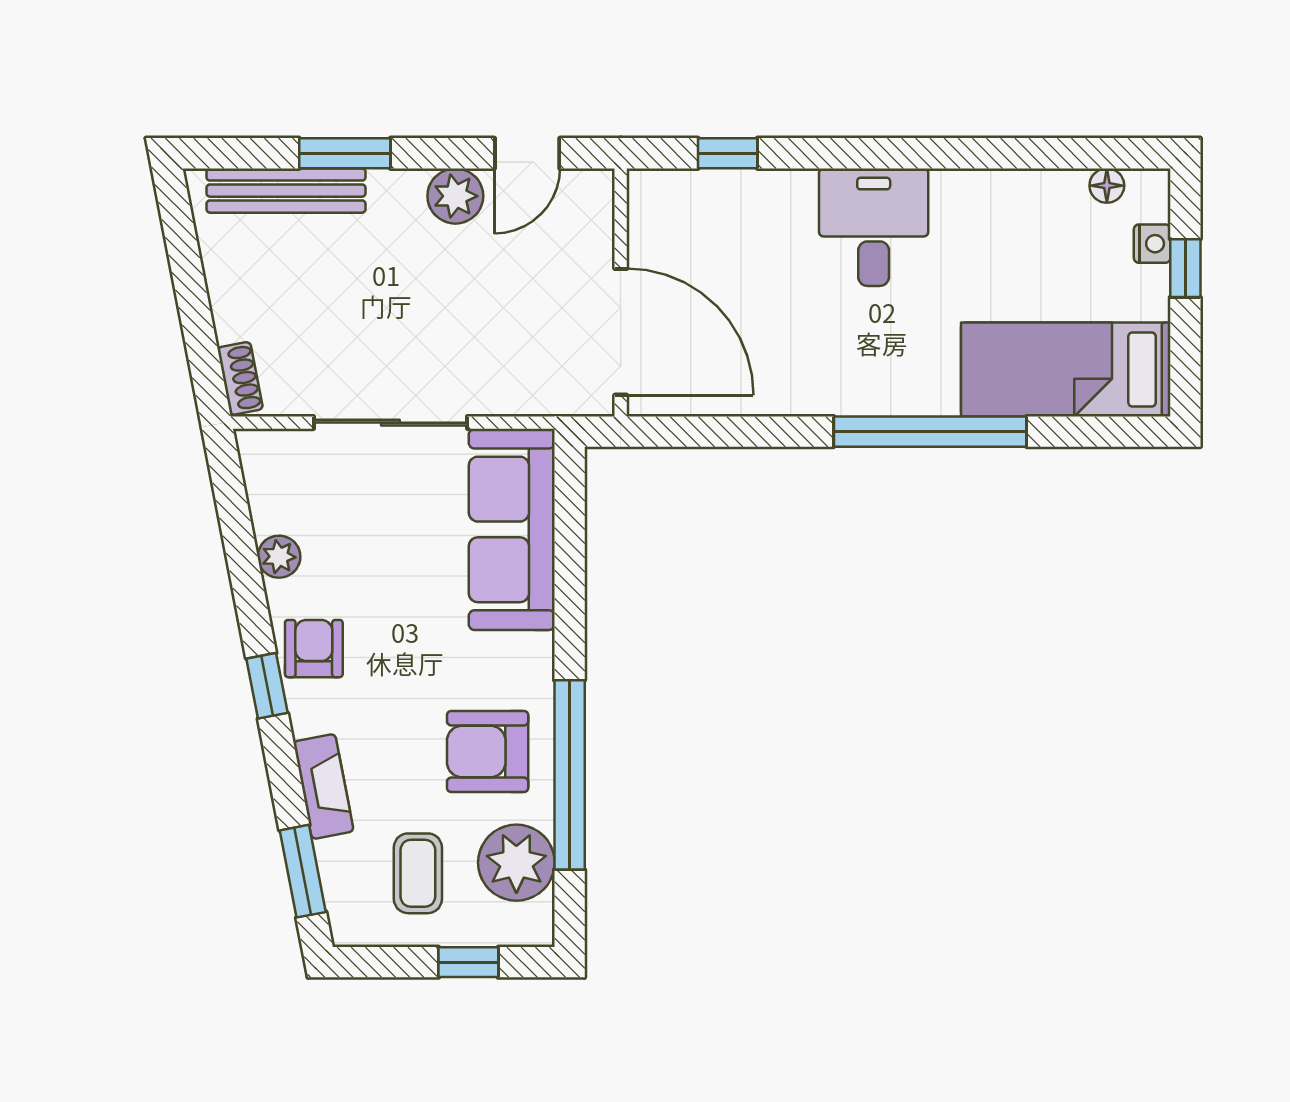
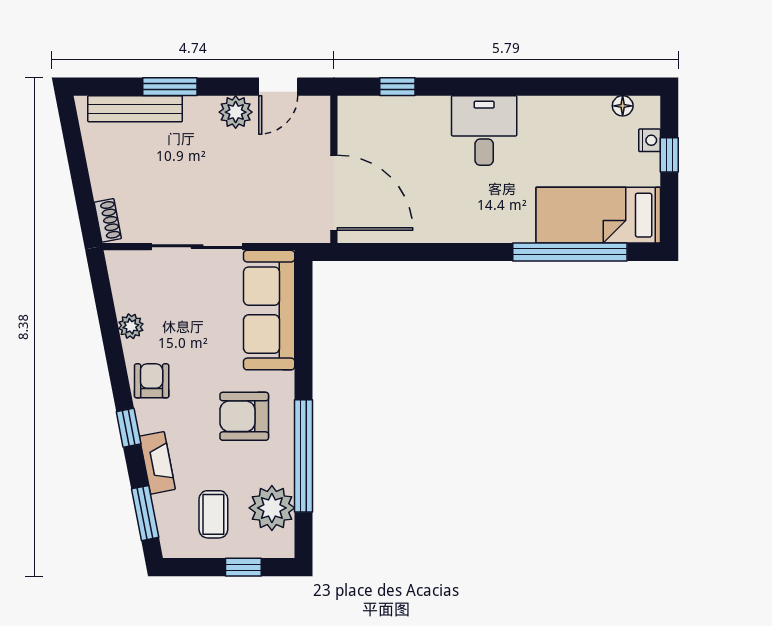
window: (930, 432) -> (570, 252), moved
window: (267, 686) -> (129, 428), moved
armchair: (488, 751) -> (244, 416), moved

